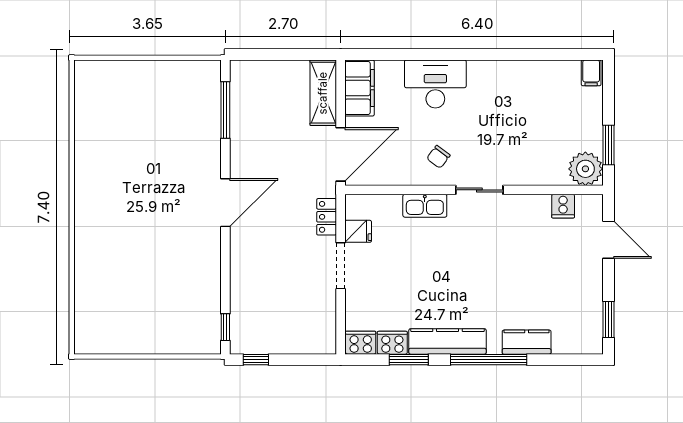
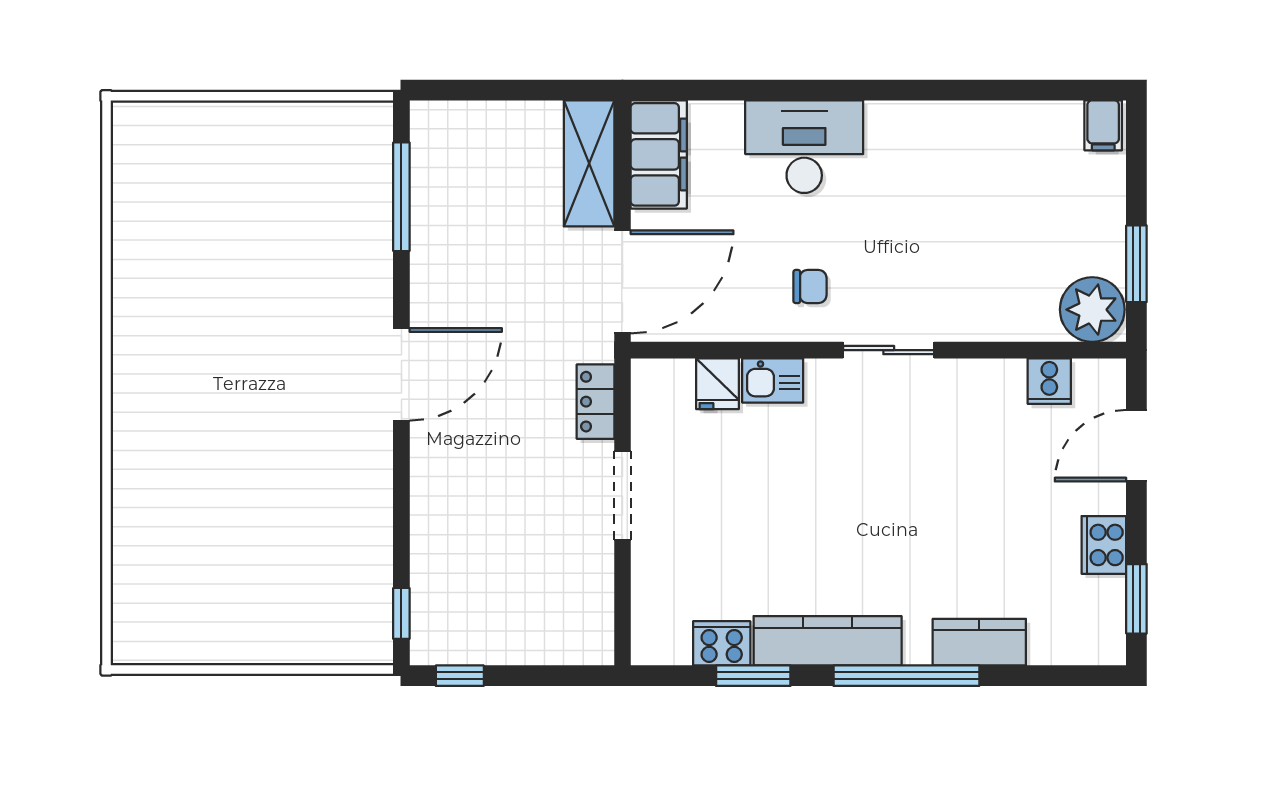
chair: (438, 157) -> (810, 287), turned -127
kitchen sink: (425, 206) -> (773, 380), width x0.73
fridge: (358, 231) -> (718, 384), moved, turned 90
door: (608, 240) -> (1136, 446), swing flipped
cooker: (361, 343) -> (1104, 545), moved, turned -90

